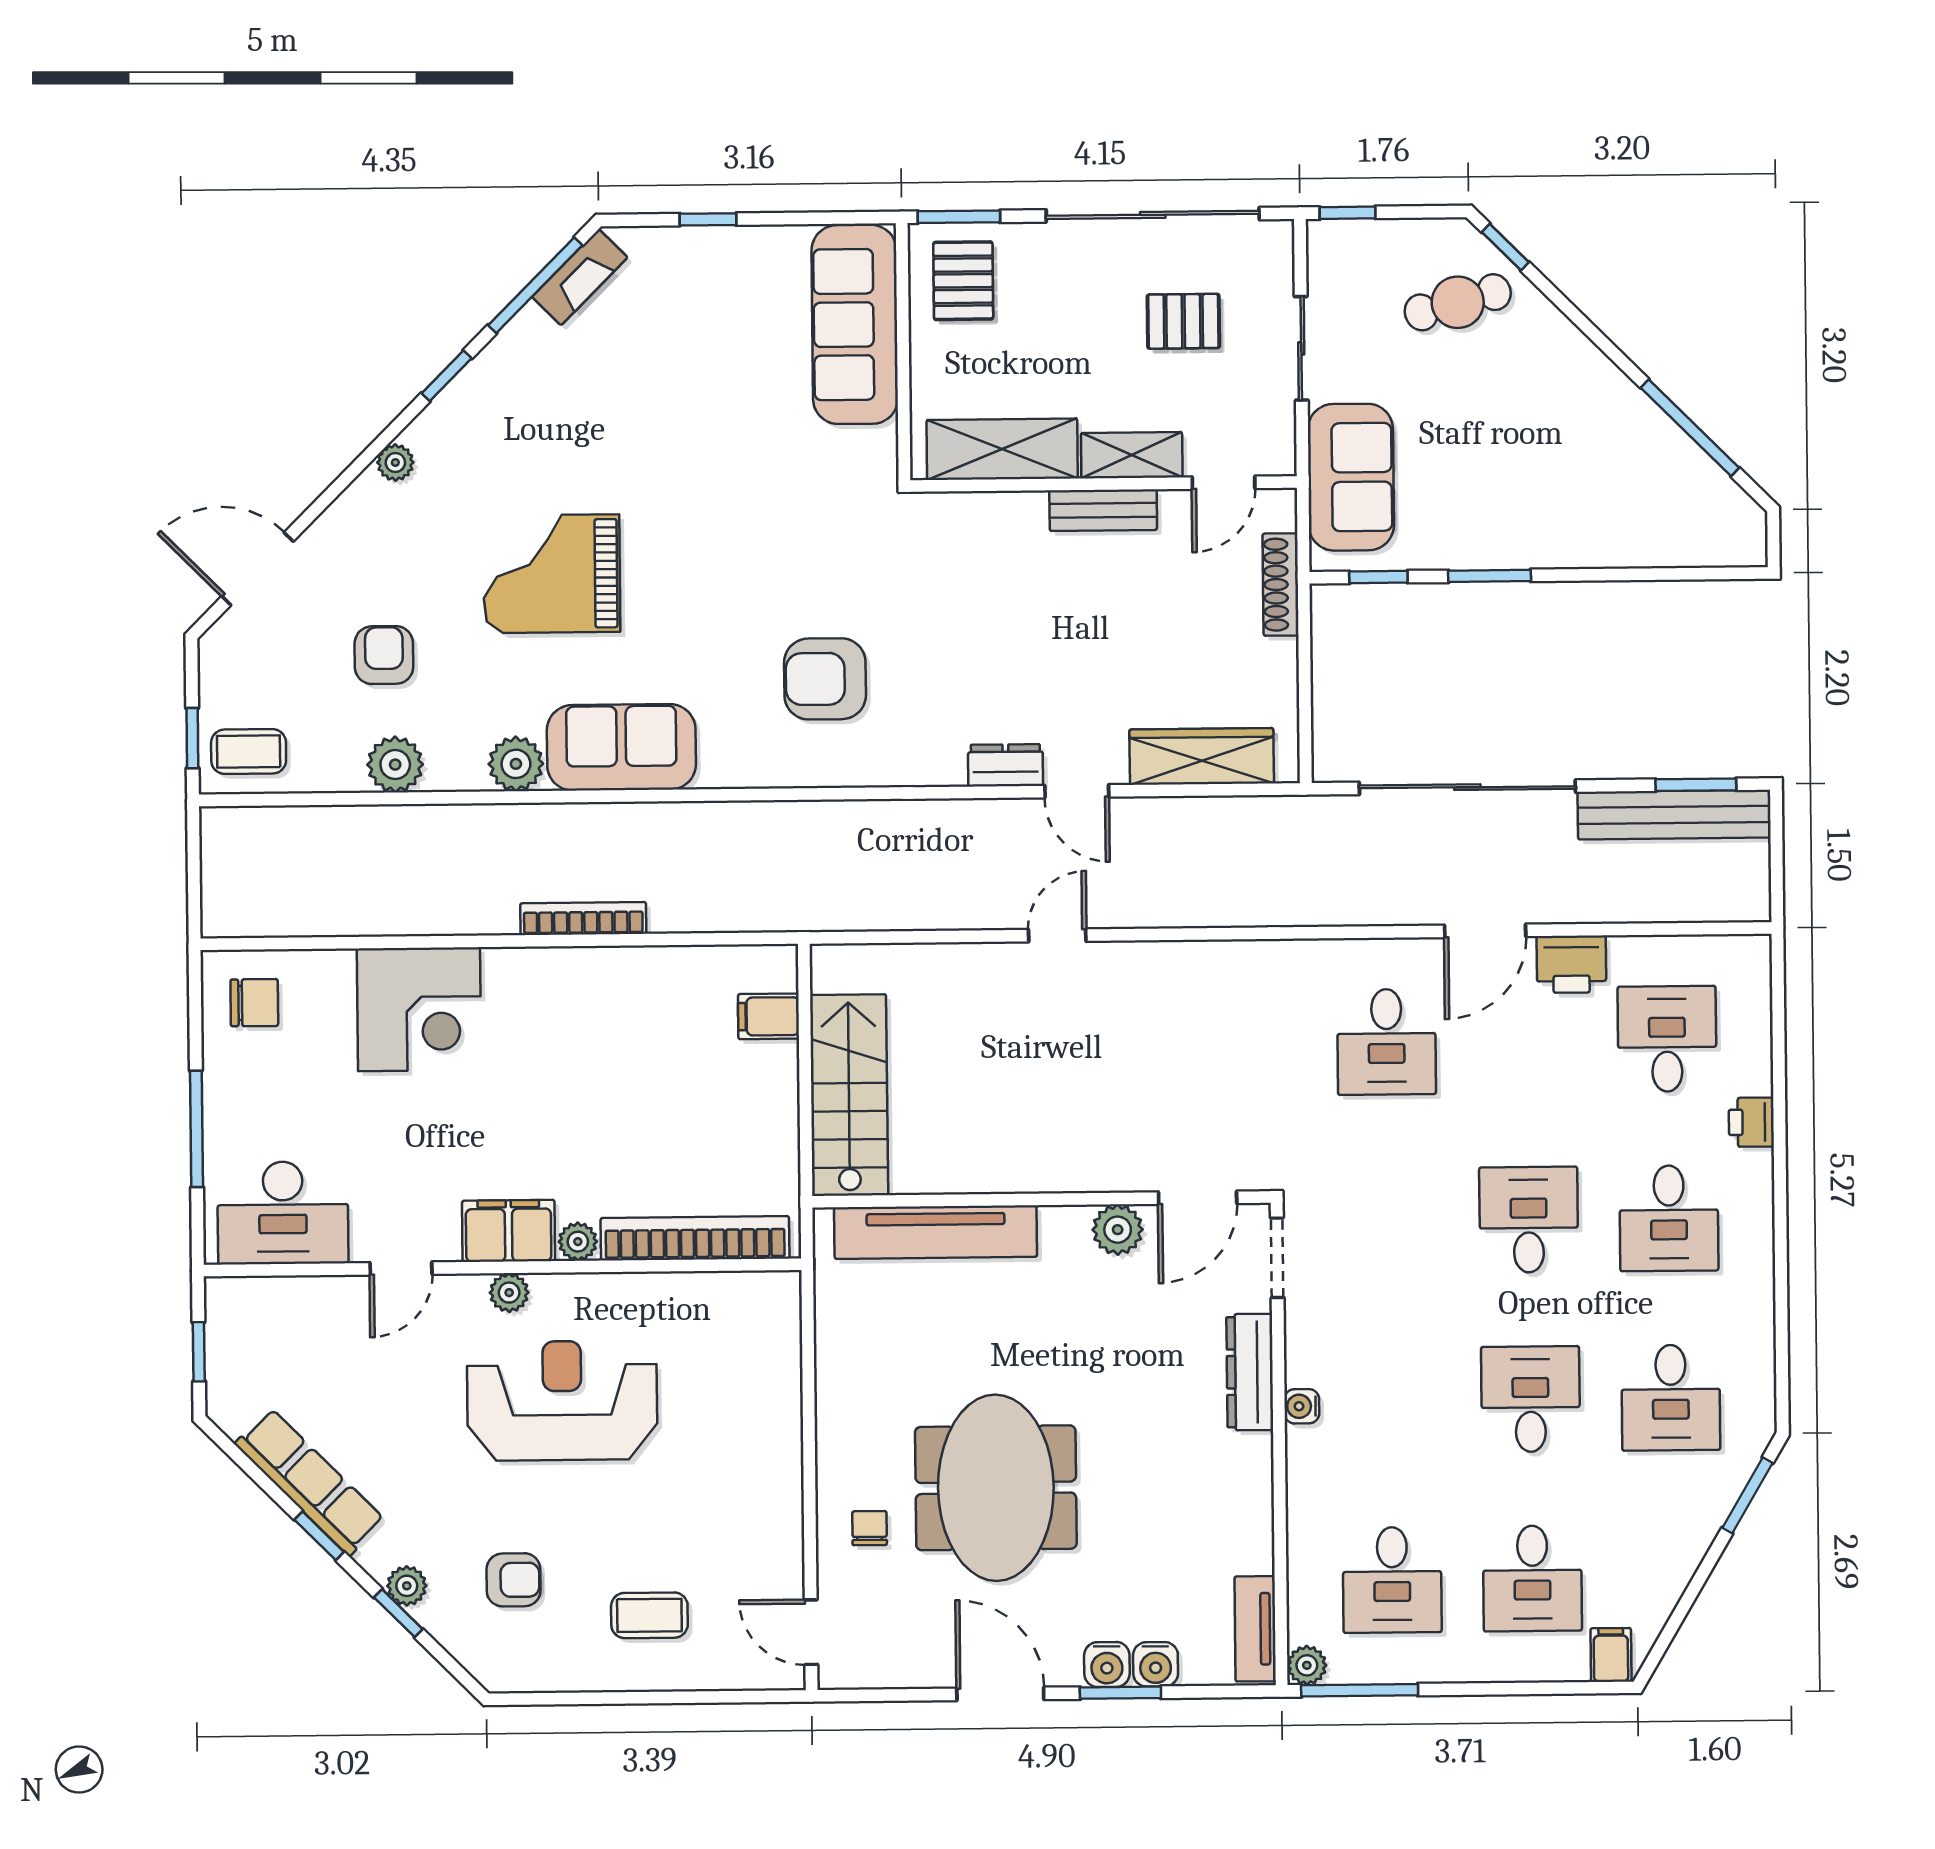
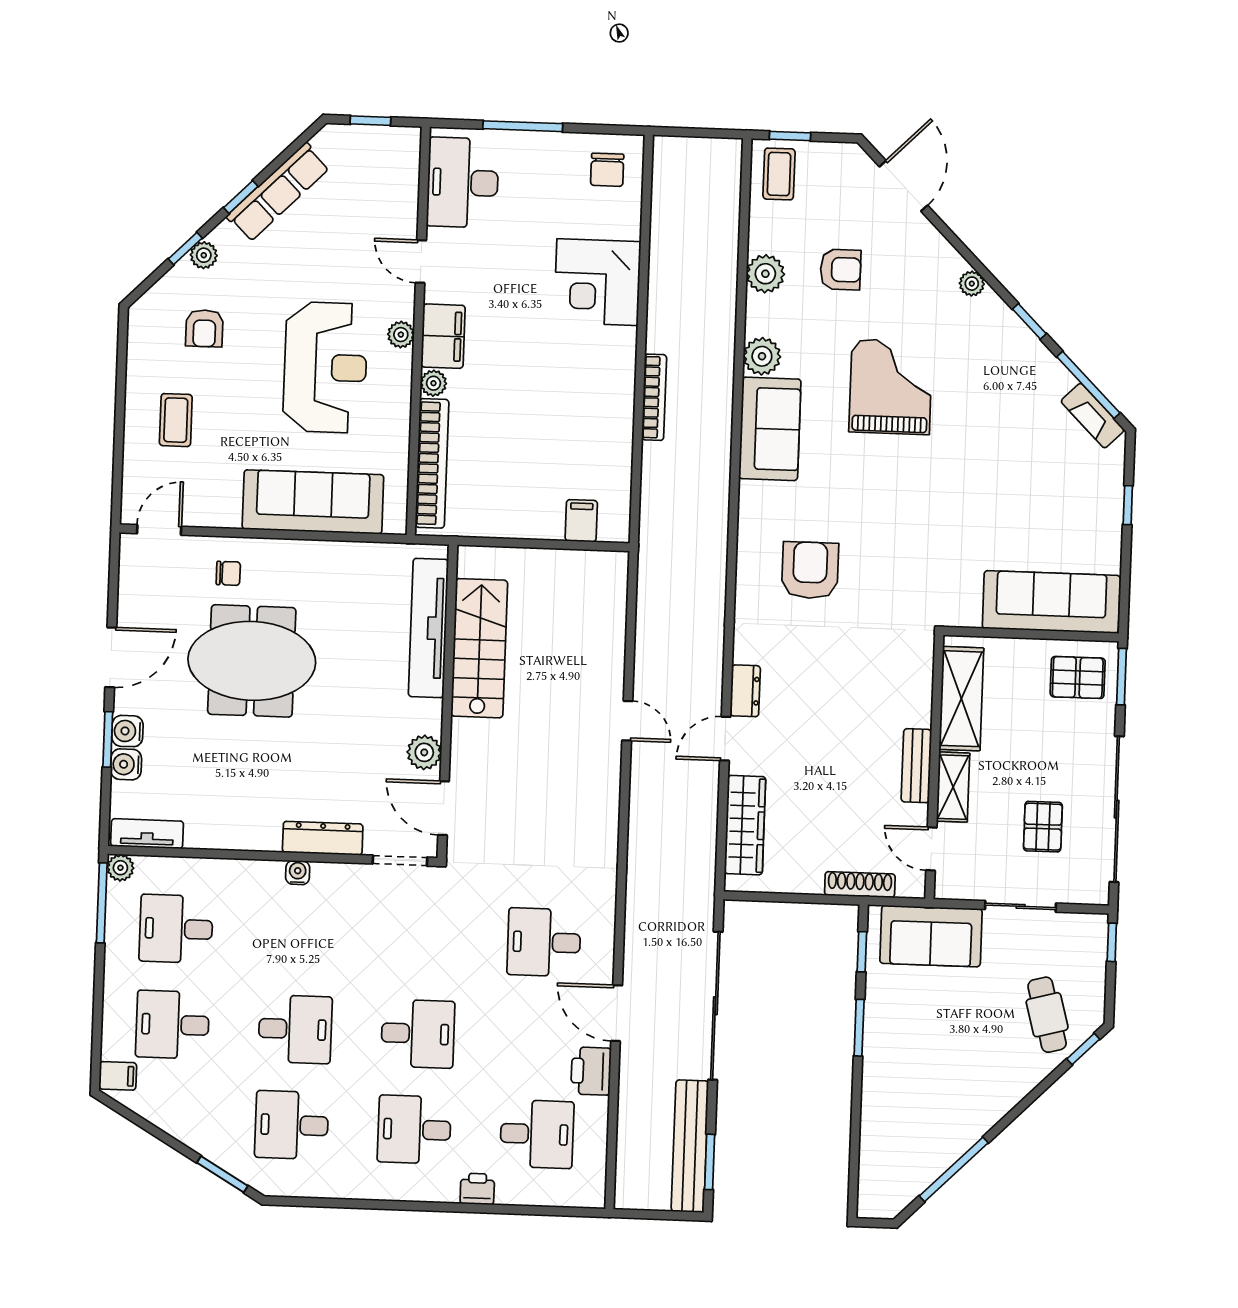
stairs: (849, 1095) -> (479, 648), moved, turned -90
sofa: (759, 1409) -> (313, 502), added

